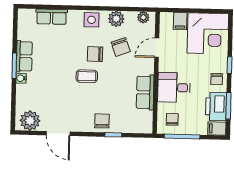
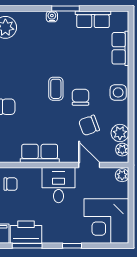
plant: (167, 18) -> (122, 175), added
plant: (116, 19) -> (120, 133), moved
filing cabinet: (180, 21) -> (119, 190), removed
row of seats: (24, 56) -> (93, 19), moved
chair: (217, 79) -> (56, 232), removed
desk: (174, 88) -> (59, 185), moved

